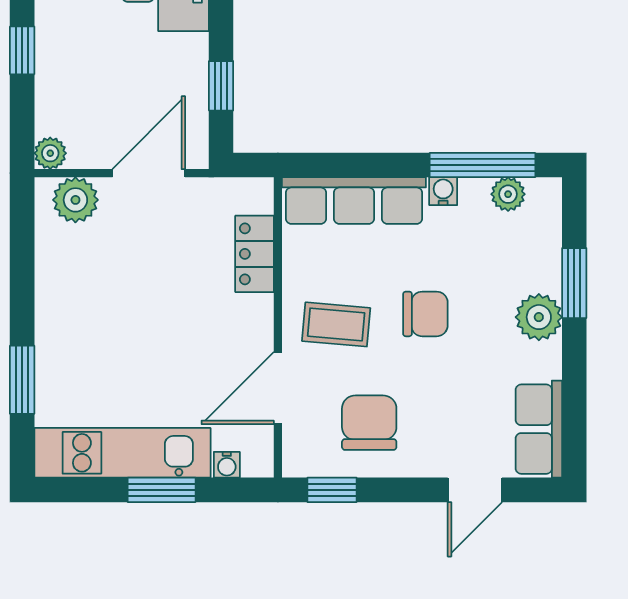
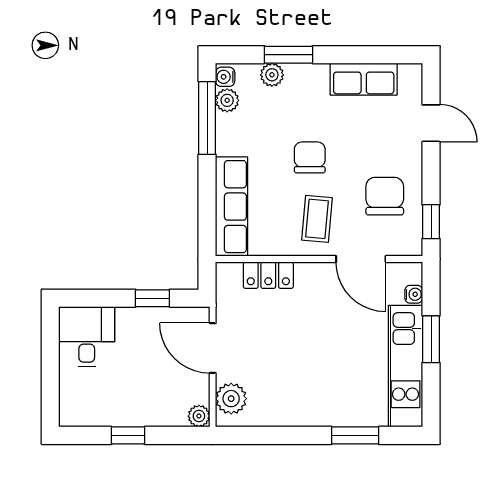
water cooler: (443, 191) -> (225, 77), moved
plant: (539, 317) -> (272, 75), moved, width x0.73, depth x0.73
chair: (369, 423) -> (385, 196), turned 90
row of seats: (539, 429) -> (364, 79), moved

